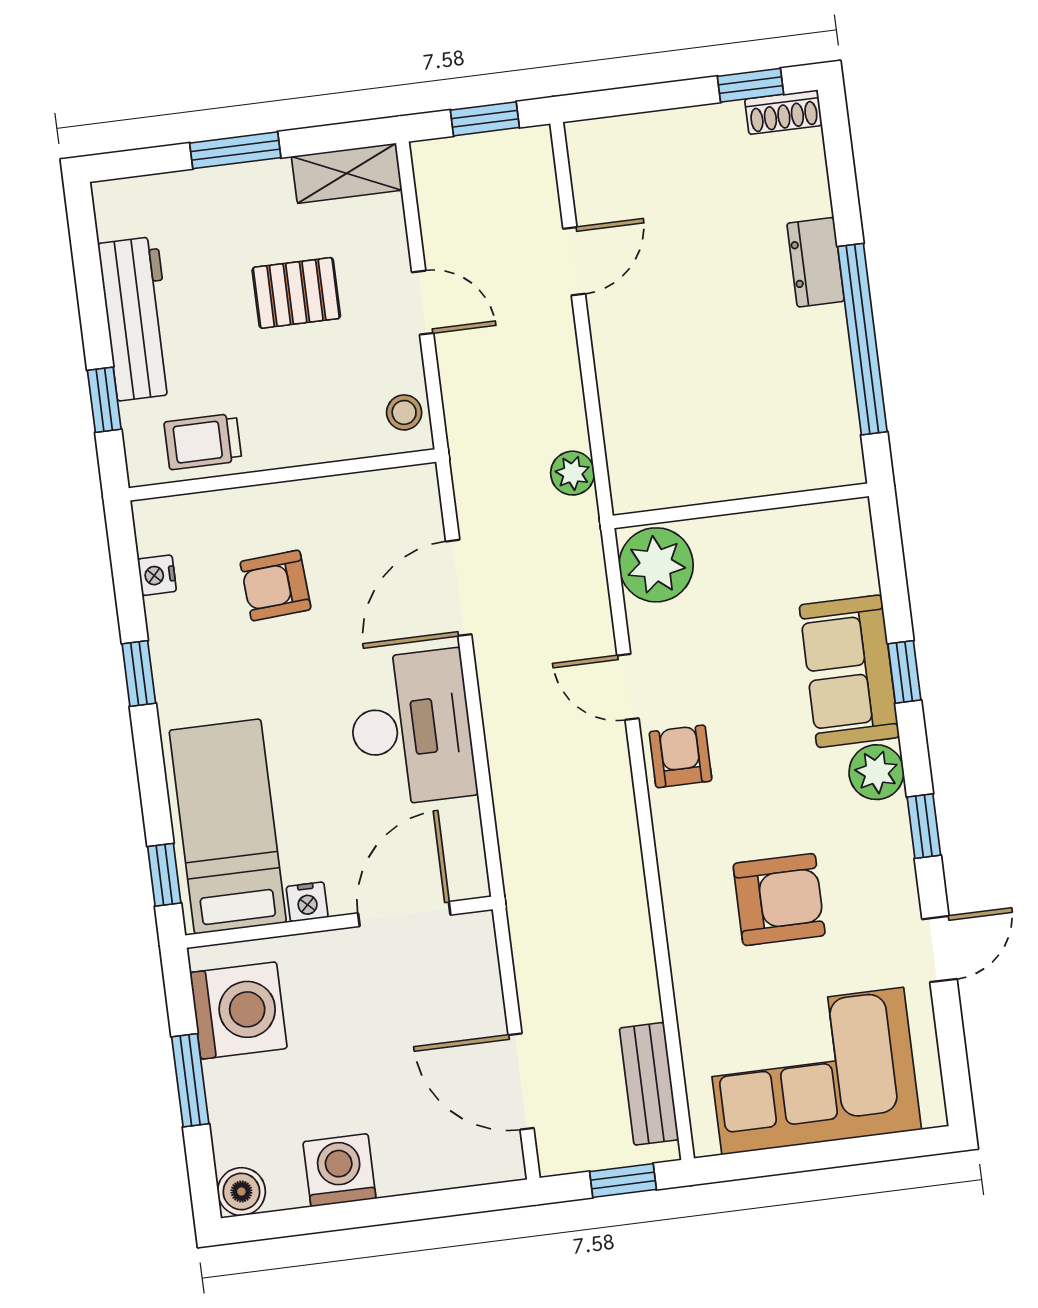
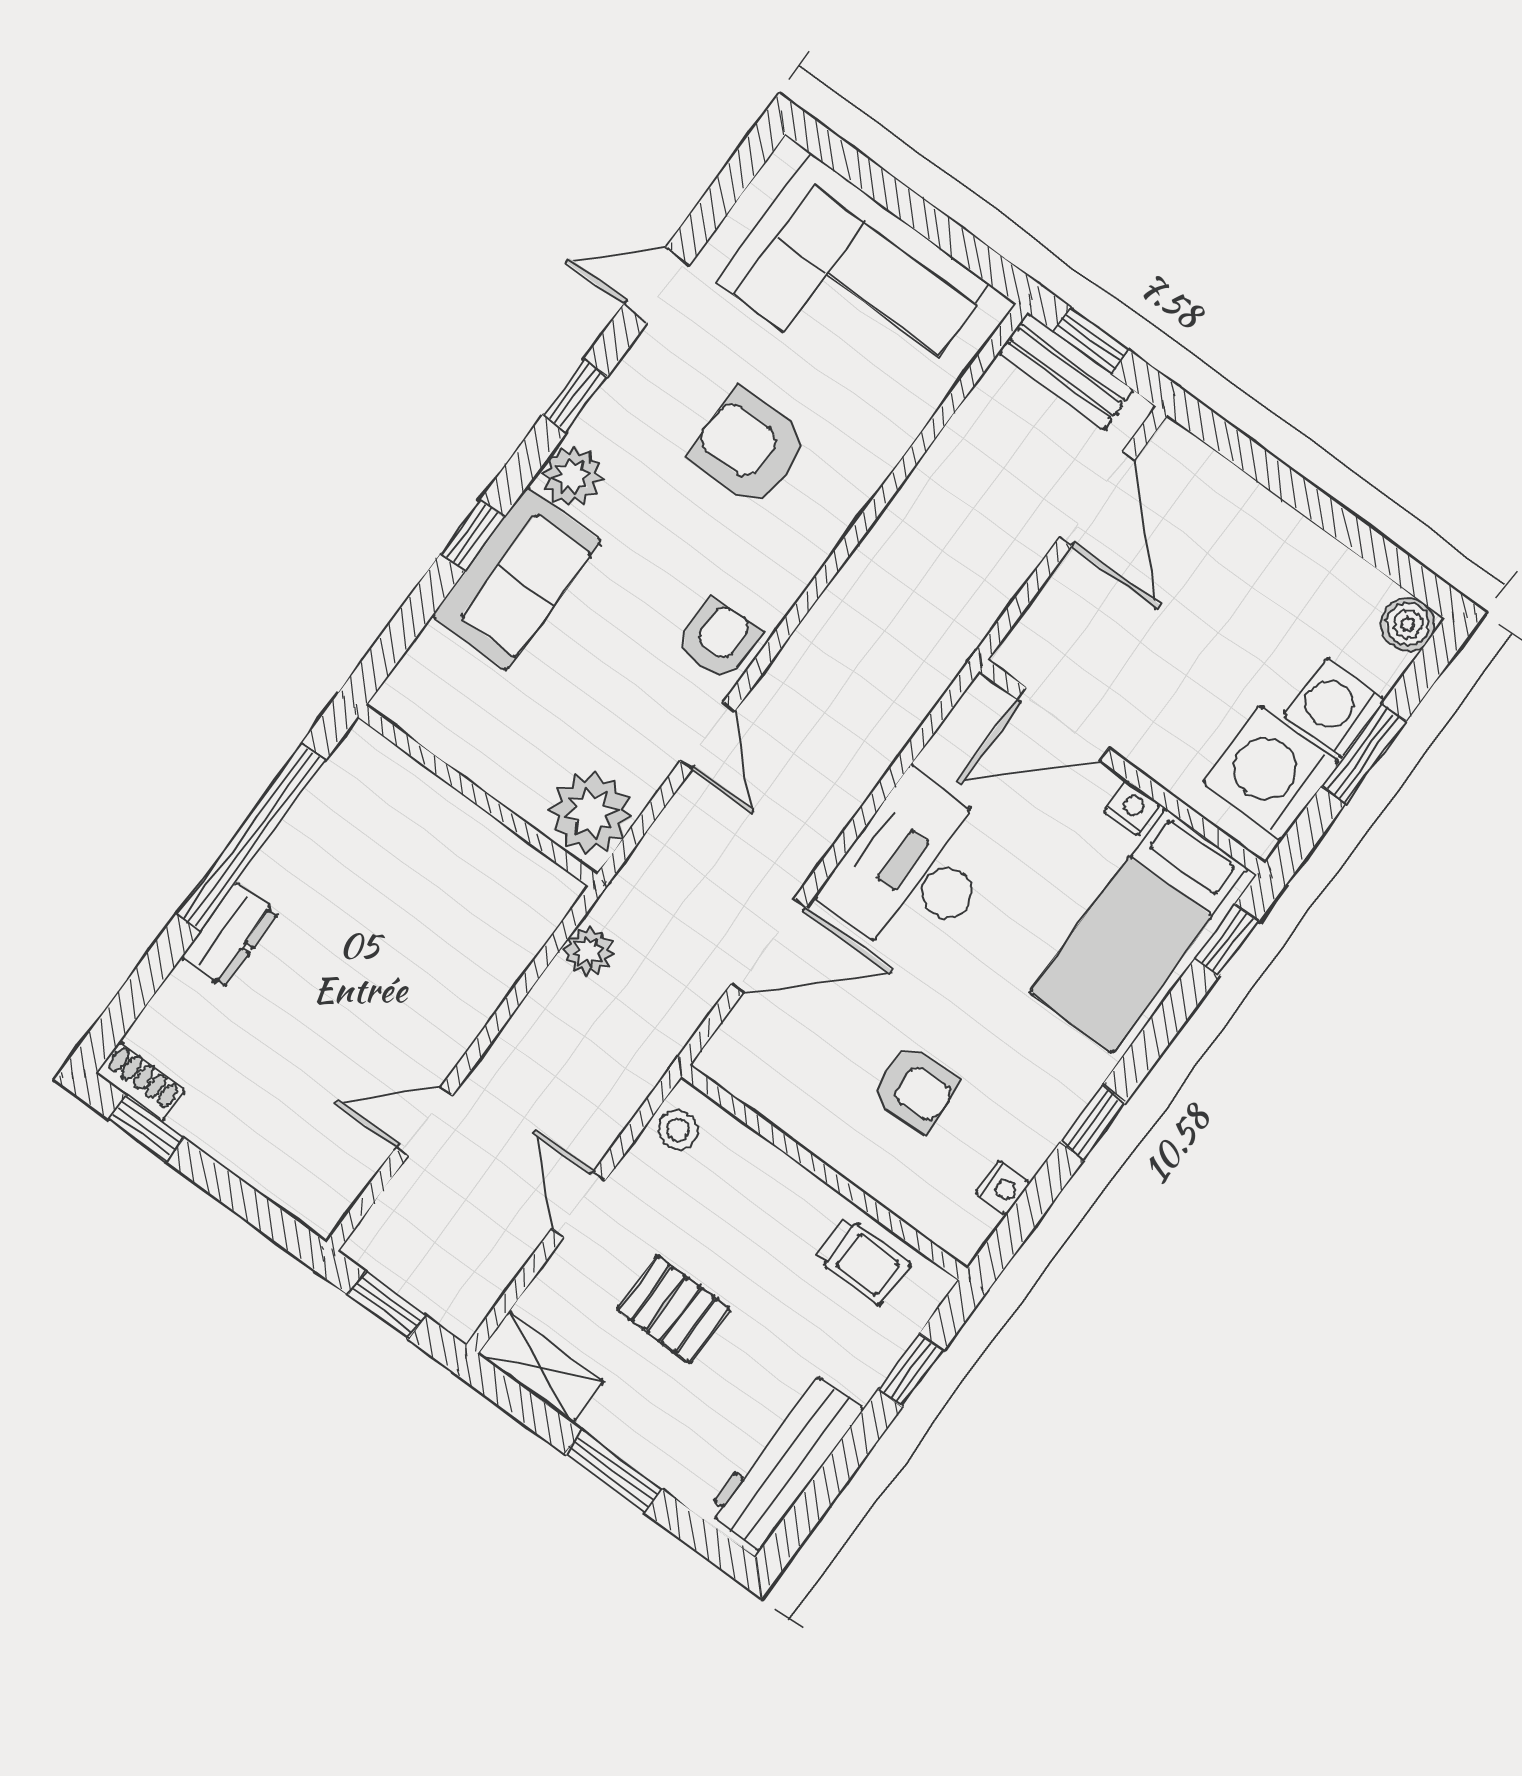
workbench: (137, 319) -> (785, 1461), moved
armchair: (681, 756) -> (718, 639), turned 180
bench: (649, 1084) -> (1066, 371), moved, turned 90
washing machine: (339, 1170) -> (1334, 708), moved, turned 90

